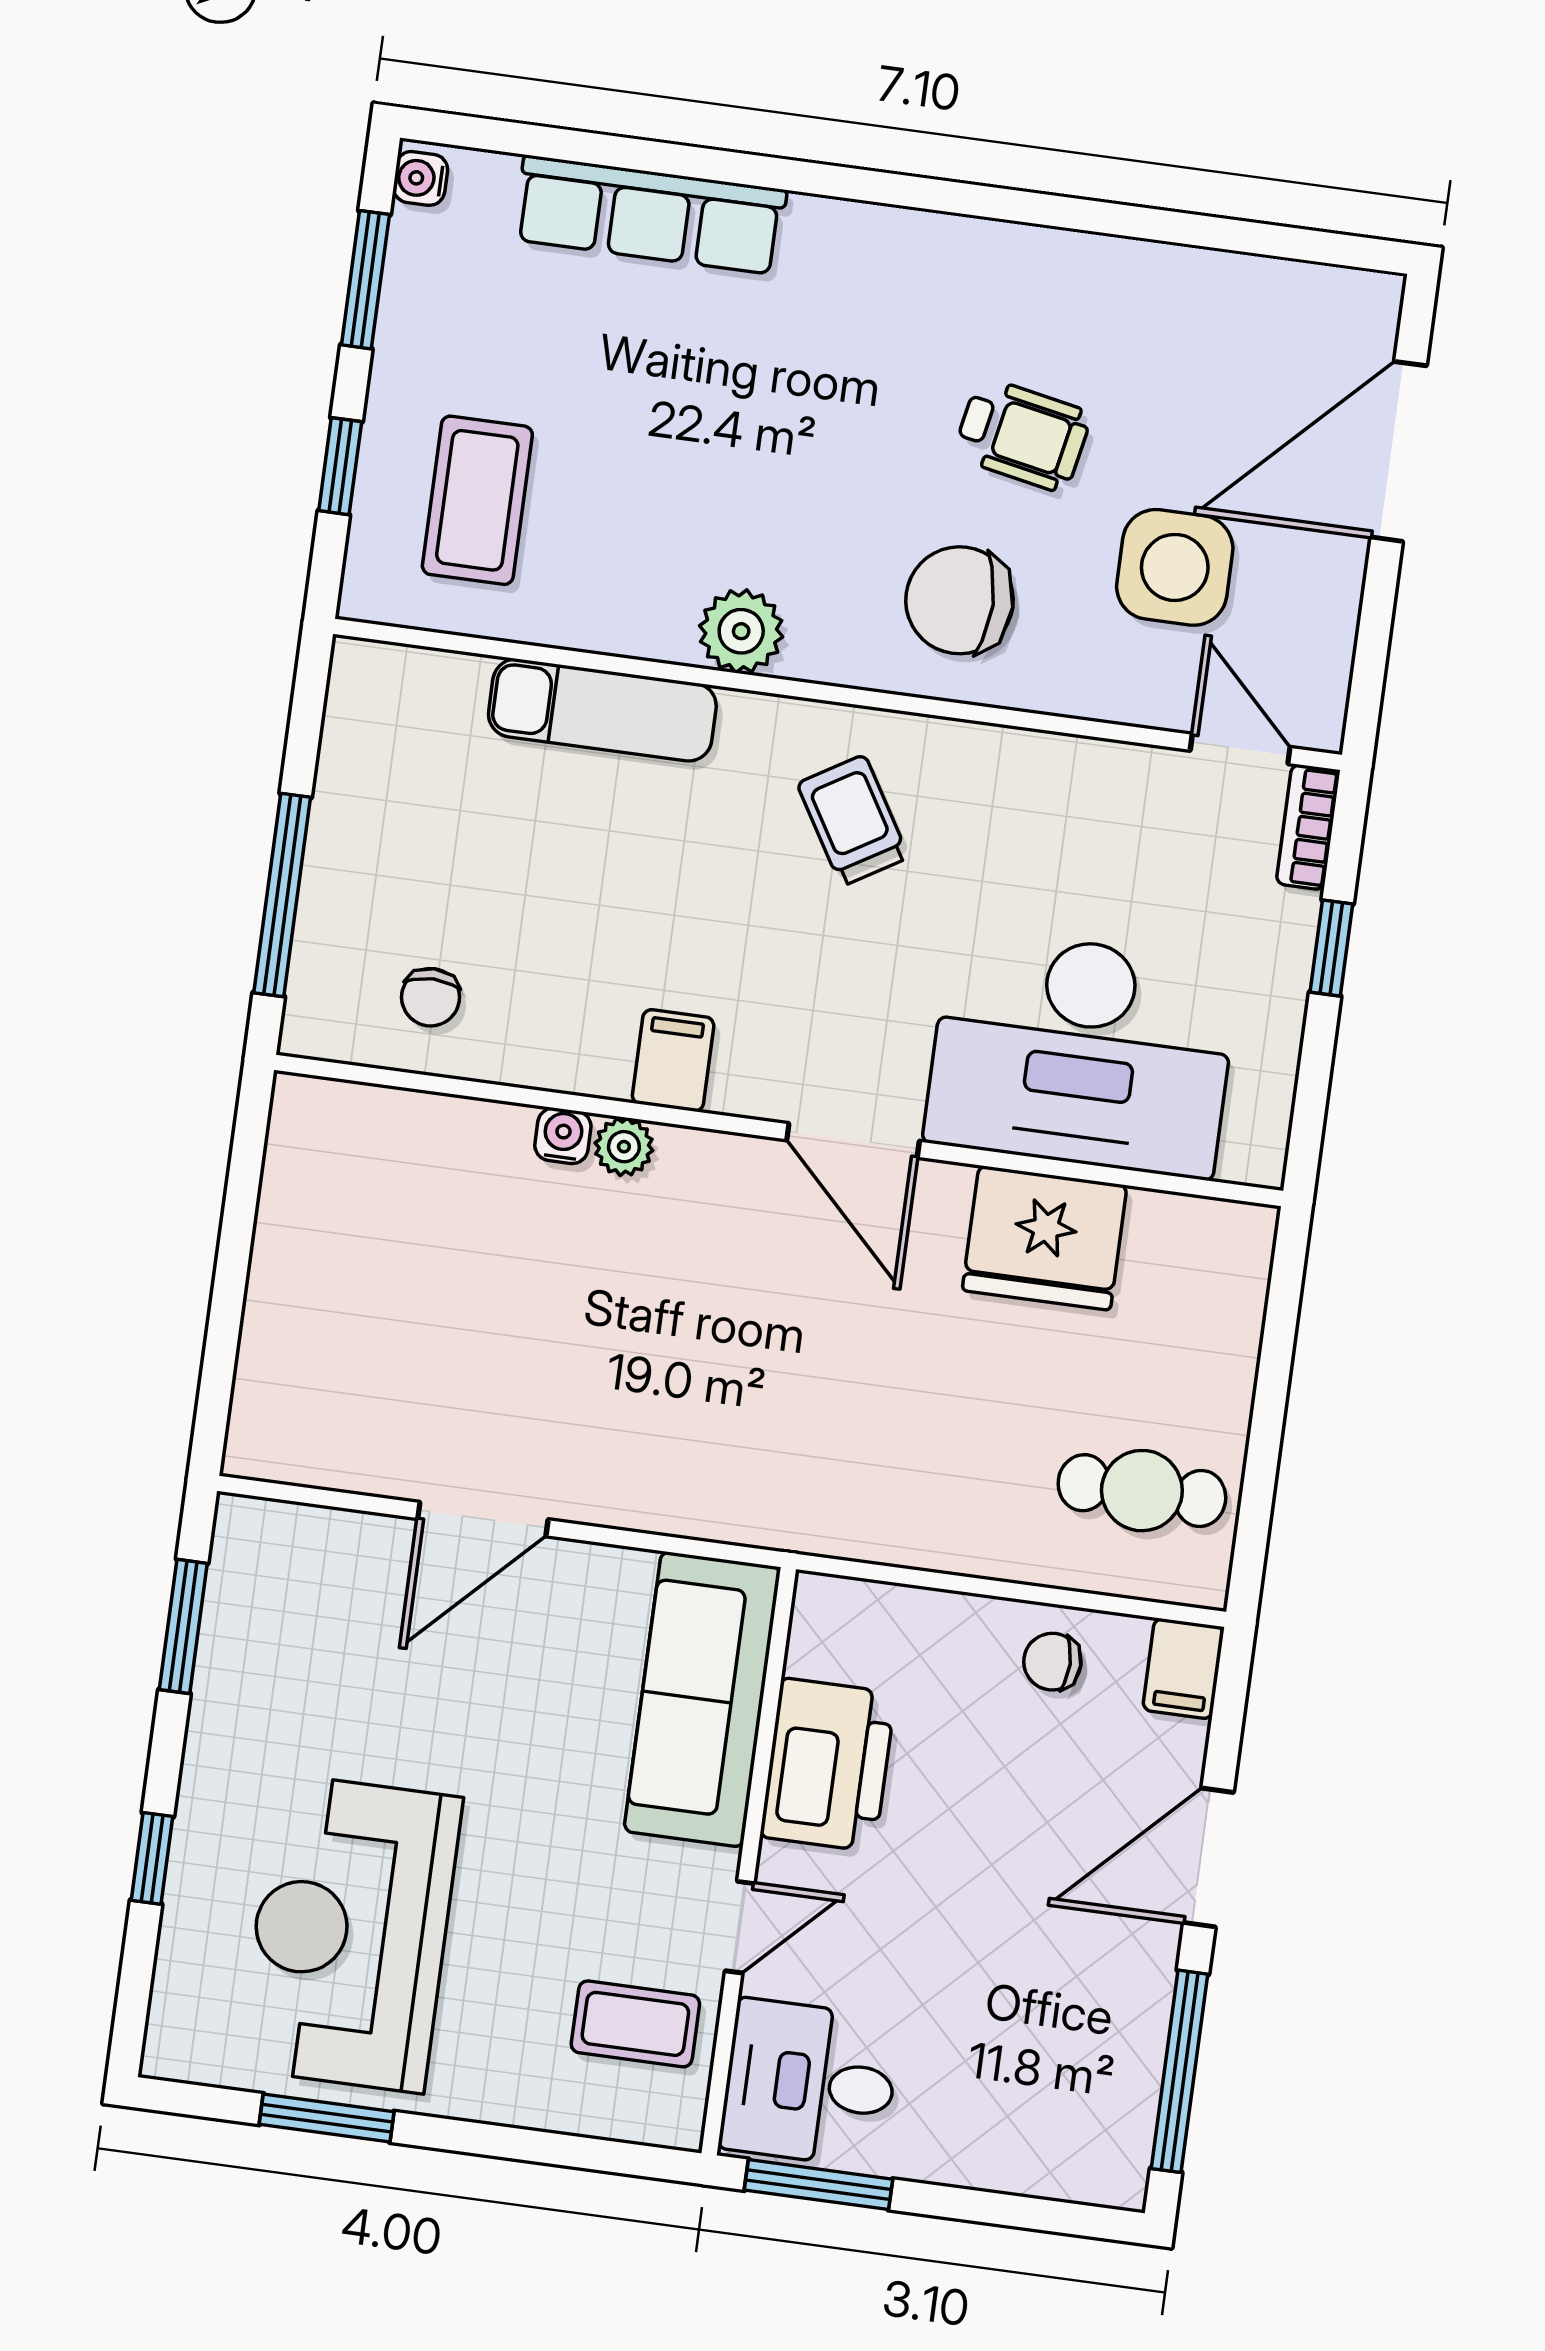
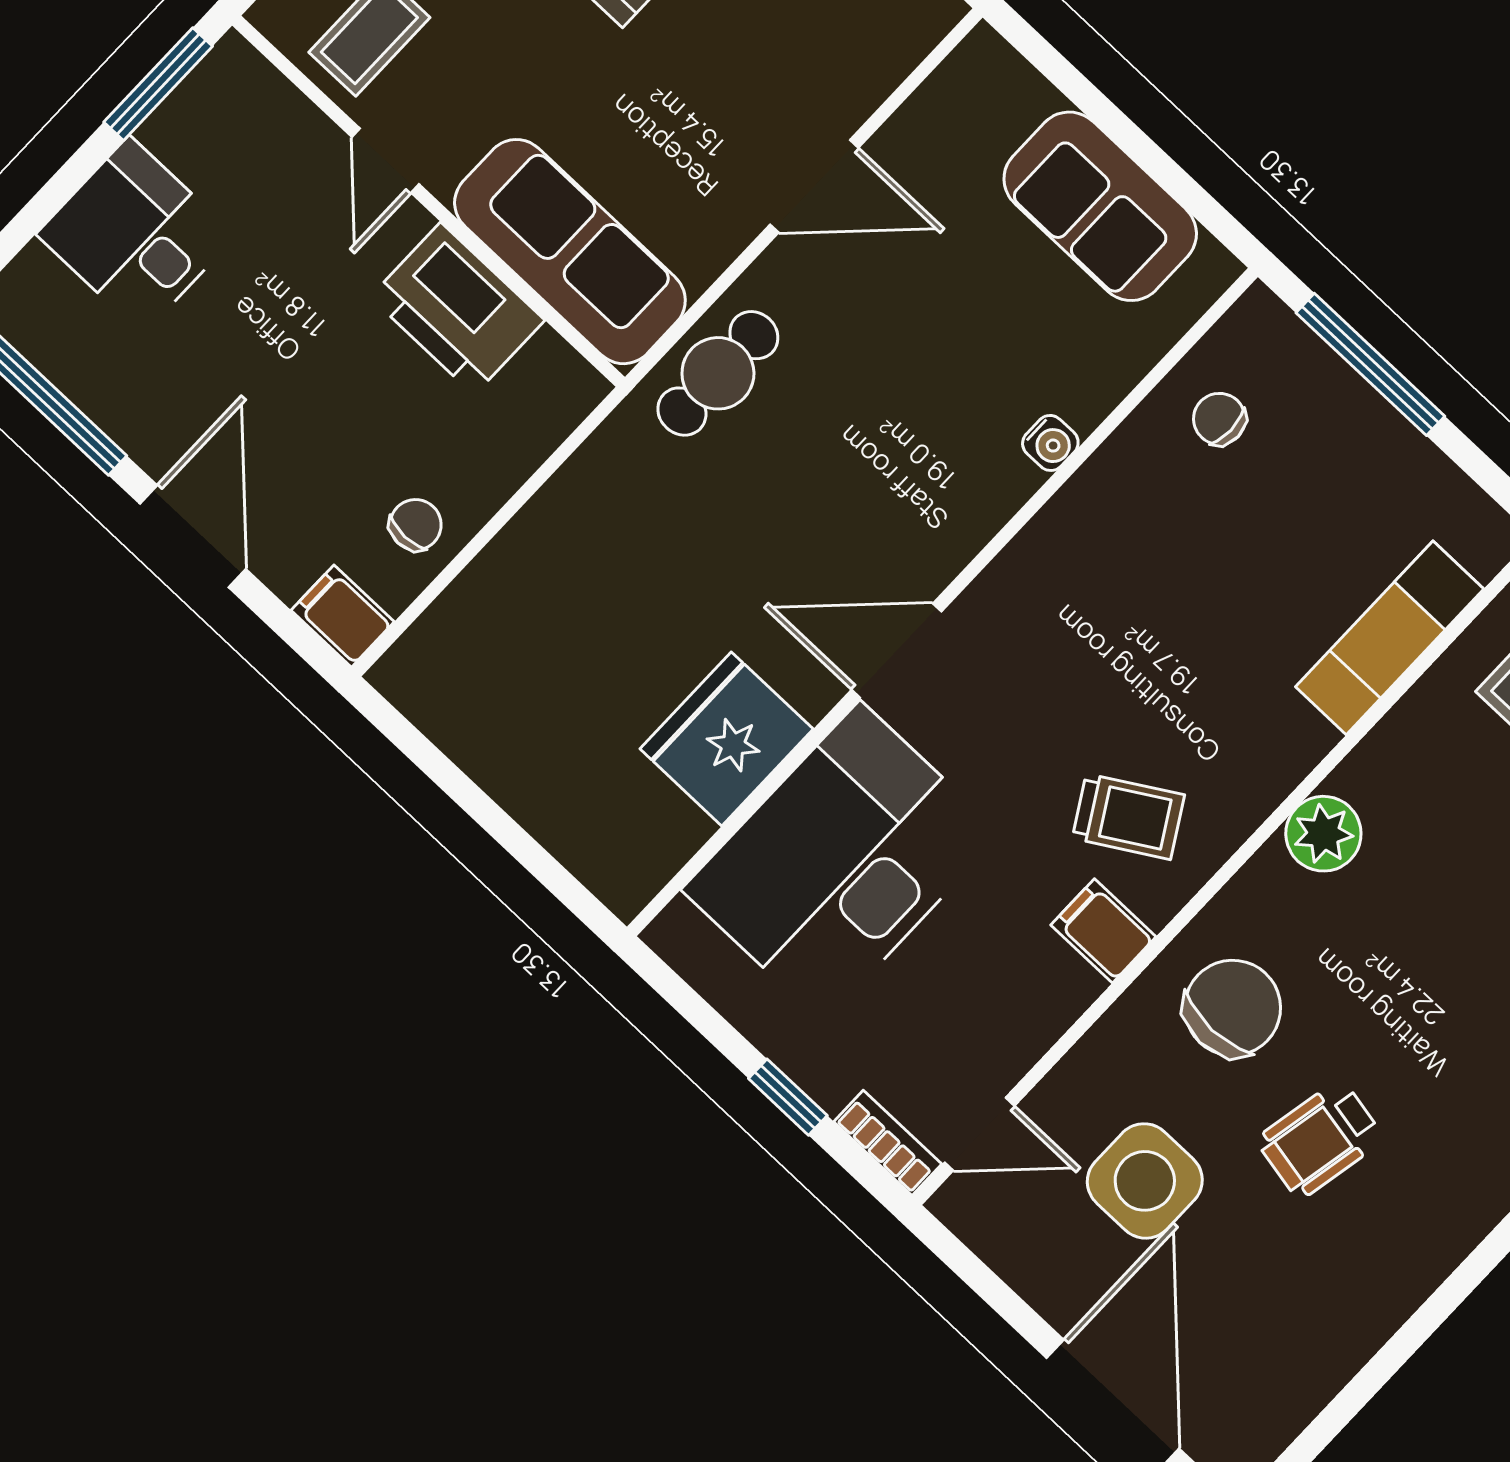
exam couch: (602, 710) -> (1390, 638), moved
filing cabinet: (673, 1060) -> (1103, 931), moved, turned 180
plant: (624, 1147) -> (1011, 482), removed
sofa: (314, 1245) -> (1100, 206), added
cafe table: (1142, 1491) -> (718, 373), moved
door: (483, 1519) -> (814, 186), swing flipped
desk: (810, 2083) -> (136, 235), moved, turned -90

